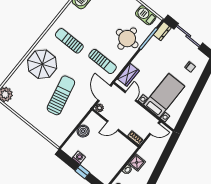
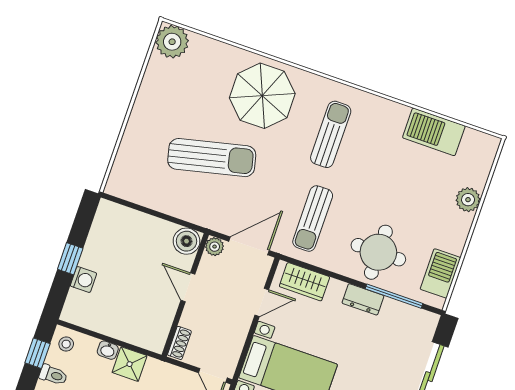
dresser: (162, 31) -> (363, 299), moved
boiler: (83, 131) -> (187, 241), moved
washing machine: (79, 158) -> (83, 280), moved

